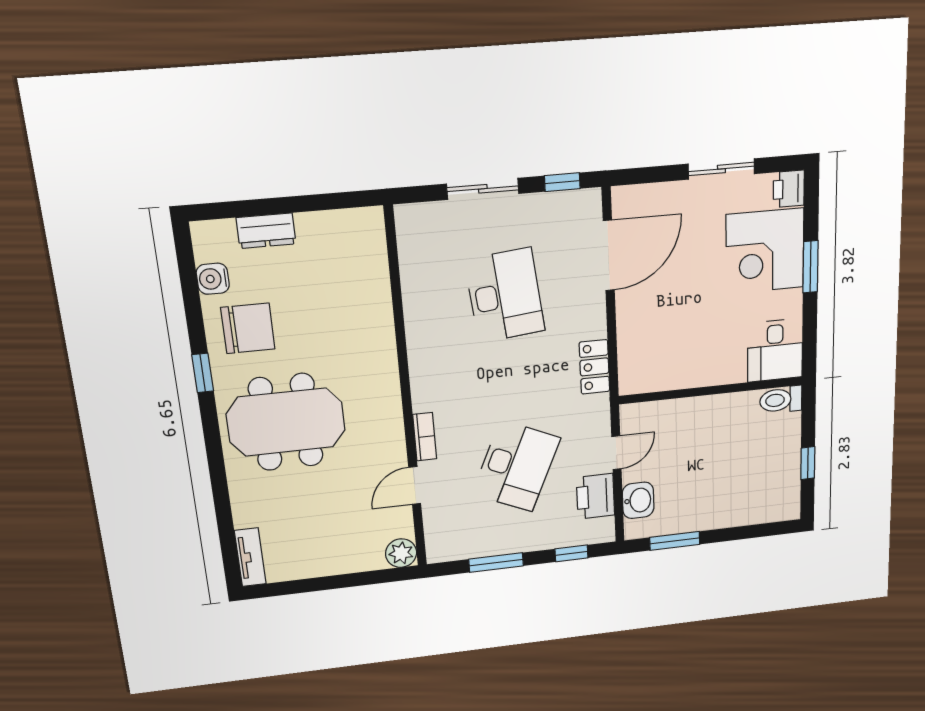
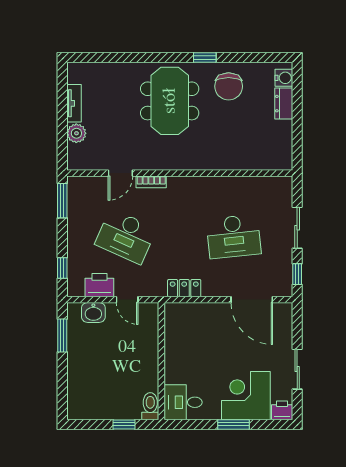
water cooler: (213, 279) -> (284, 78), moved, turned 90
window: (808, 463) -> (124, 424), moved
door: (415, 485) -> (120, 173), swing flipped
plant: (401, 553) -> (76, 133), moved
tv unit: (250, 557) -> (74, 103), moved, turned -90
window: (496, 563) -> (62, 201), moved

